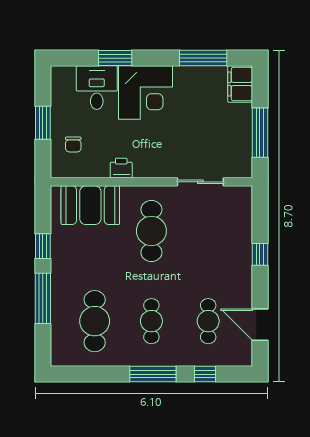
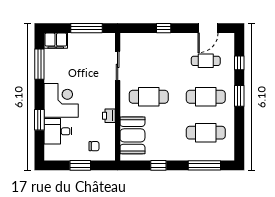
window: (43, 298) -> (204, 165), moved
cafe table: (151, 321) -> (206, 97), width x1.37, depth x1.35
window: (153, 374) -> (239, 96), width x0.69

